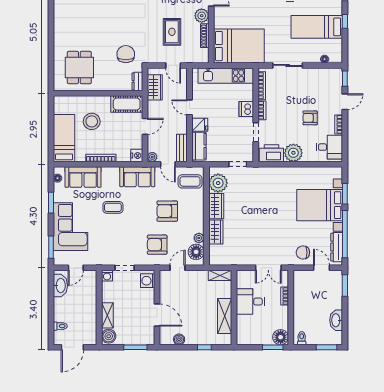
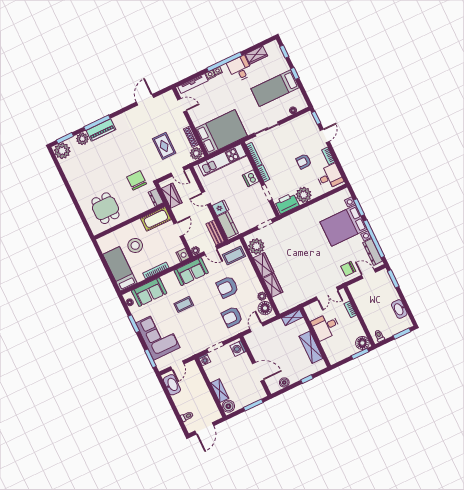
plant: (202, 16) -> (196, 153), moved

